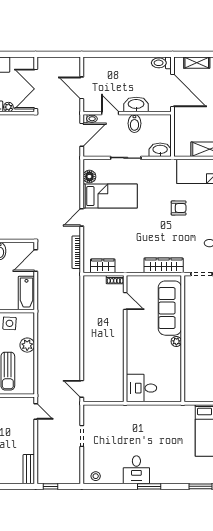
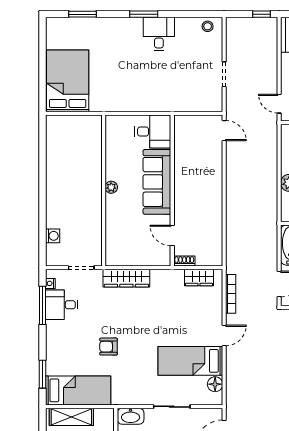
sofa: (170, 308) -> (157, 182), moved, turned 180

